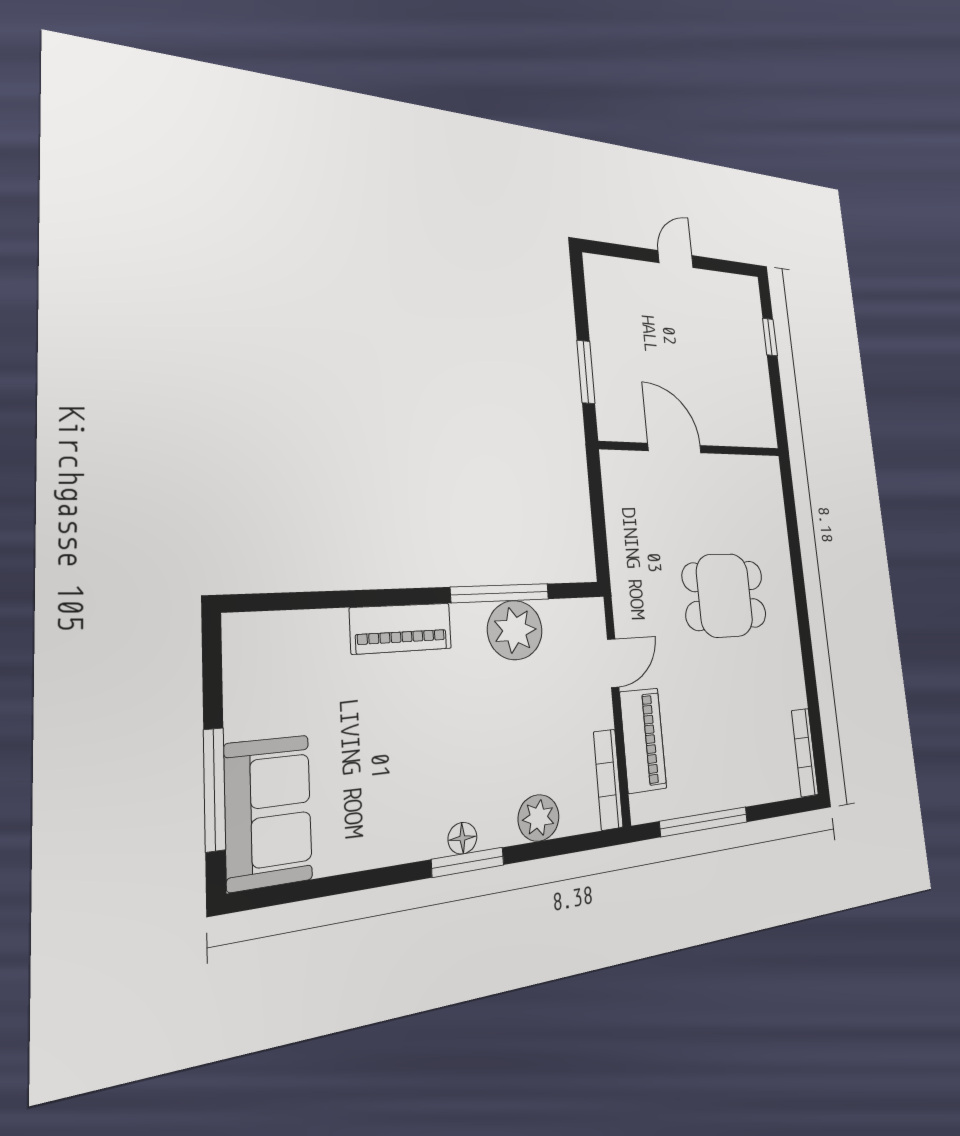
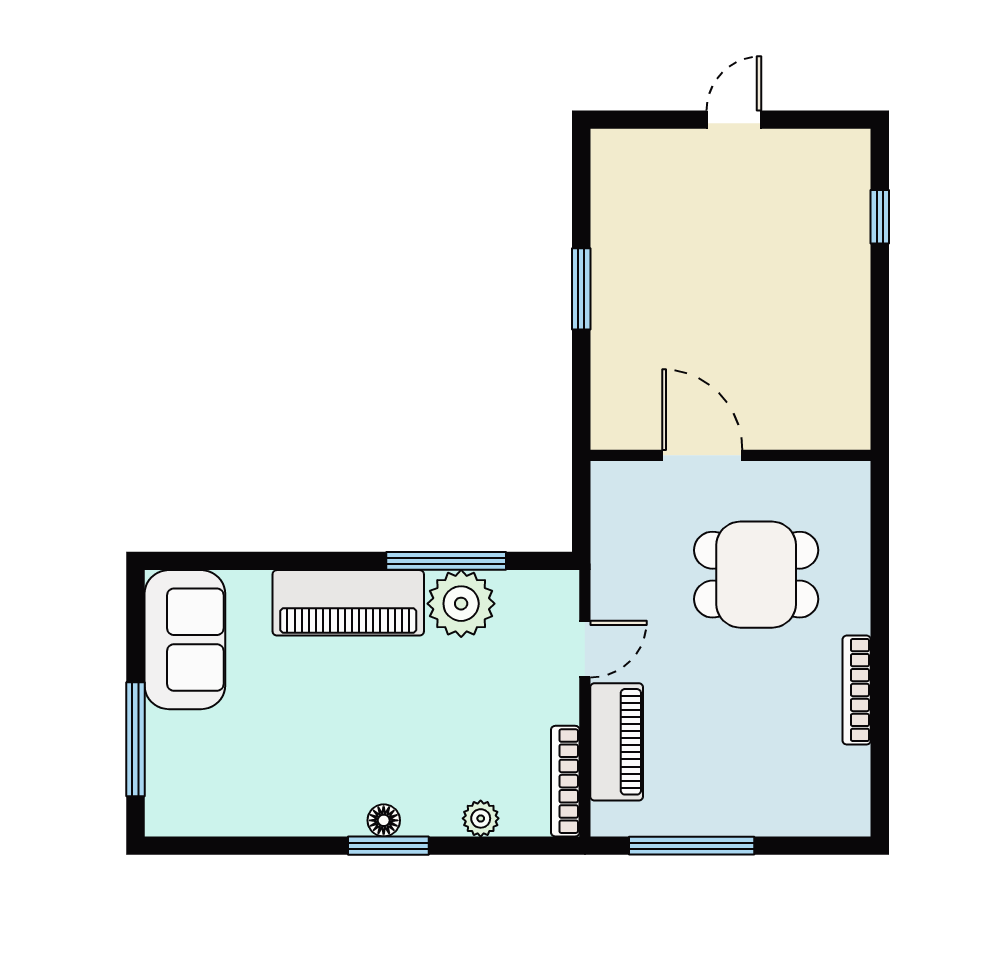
door: (675, 448) -> (702, 455), moved
wall: (693, 449) -> (730, 455), moved
piano: (401, 628) -> (348, 603), width x1.37, depth x1.33
bookcase: (805, 752) -> (857, 690), moved
sofa: (268, 812) -> (185, 640), moved
plant: (539, 818) -> (481, 818), width x0.73, depth x0.73

